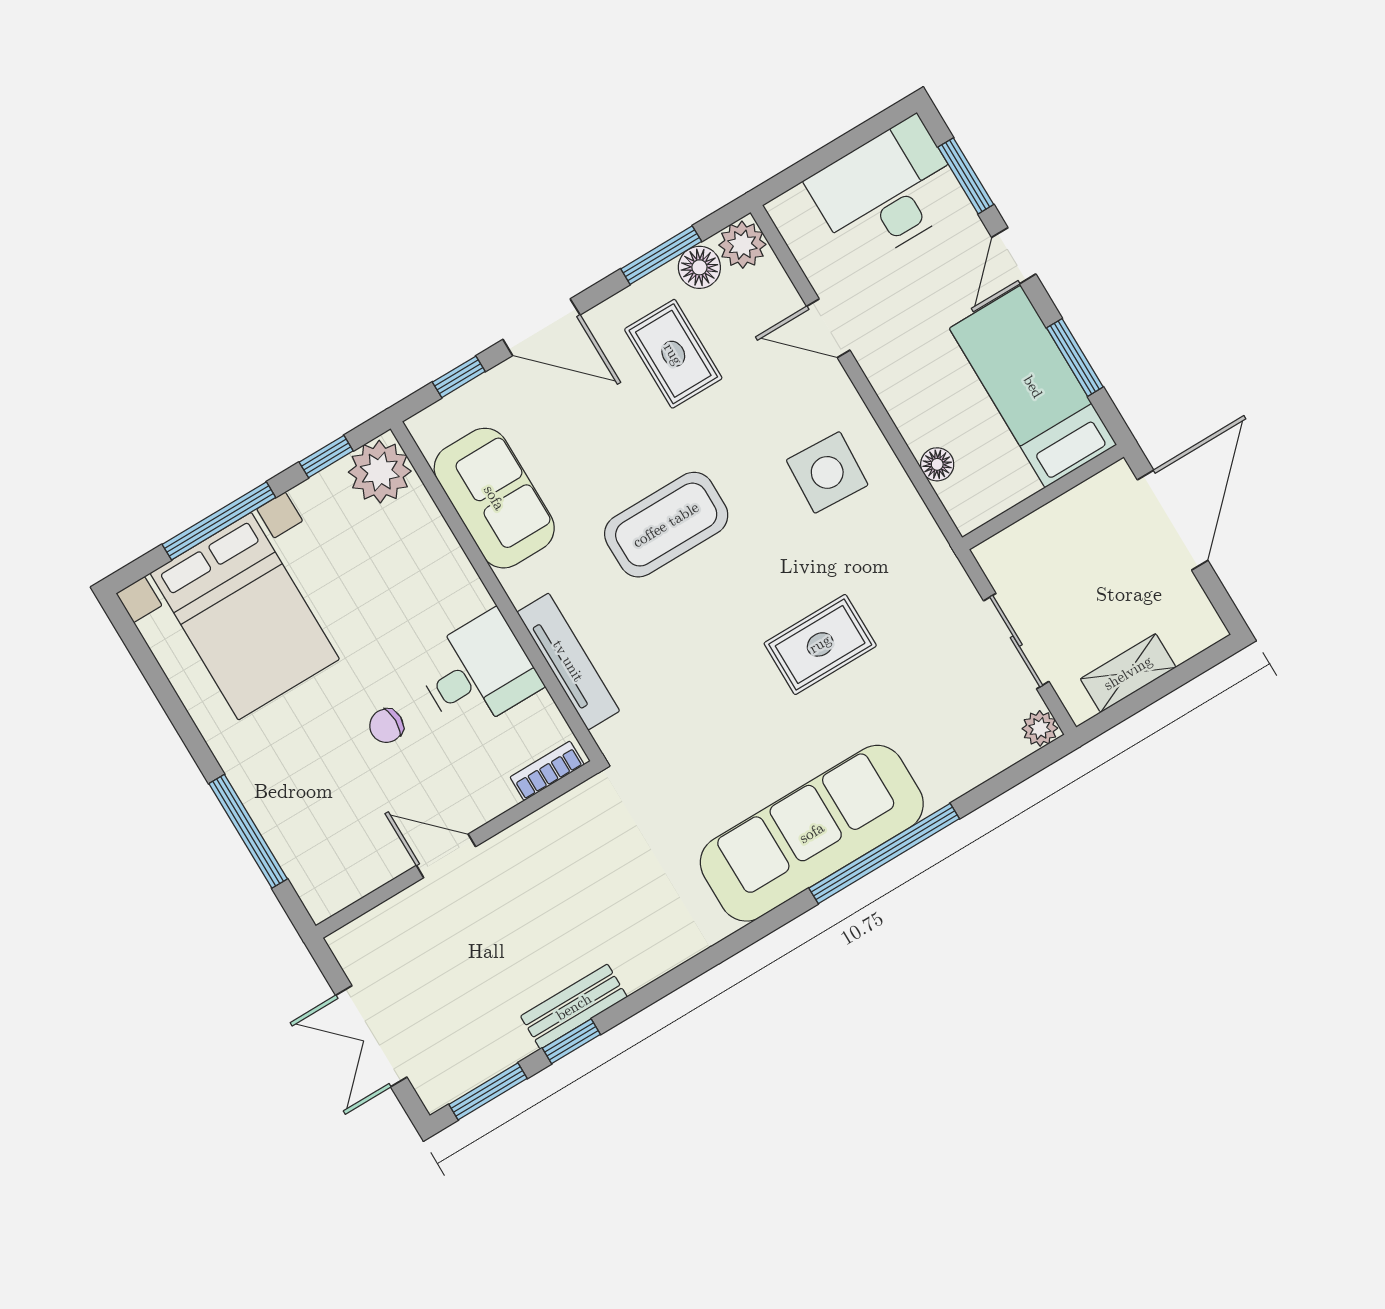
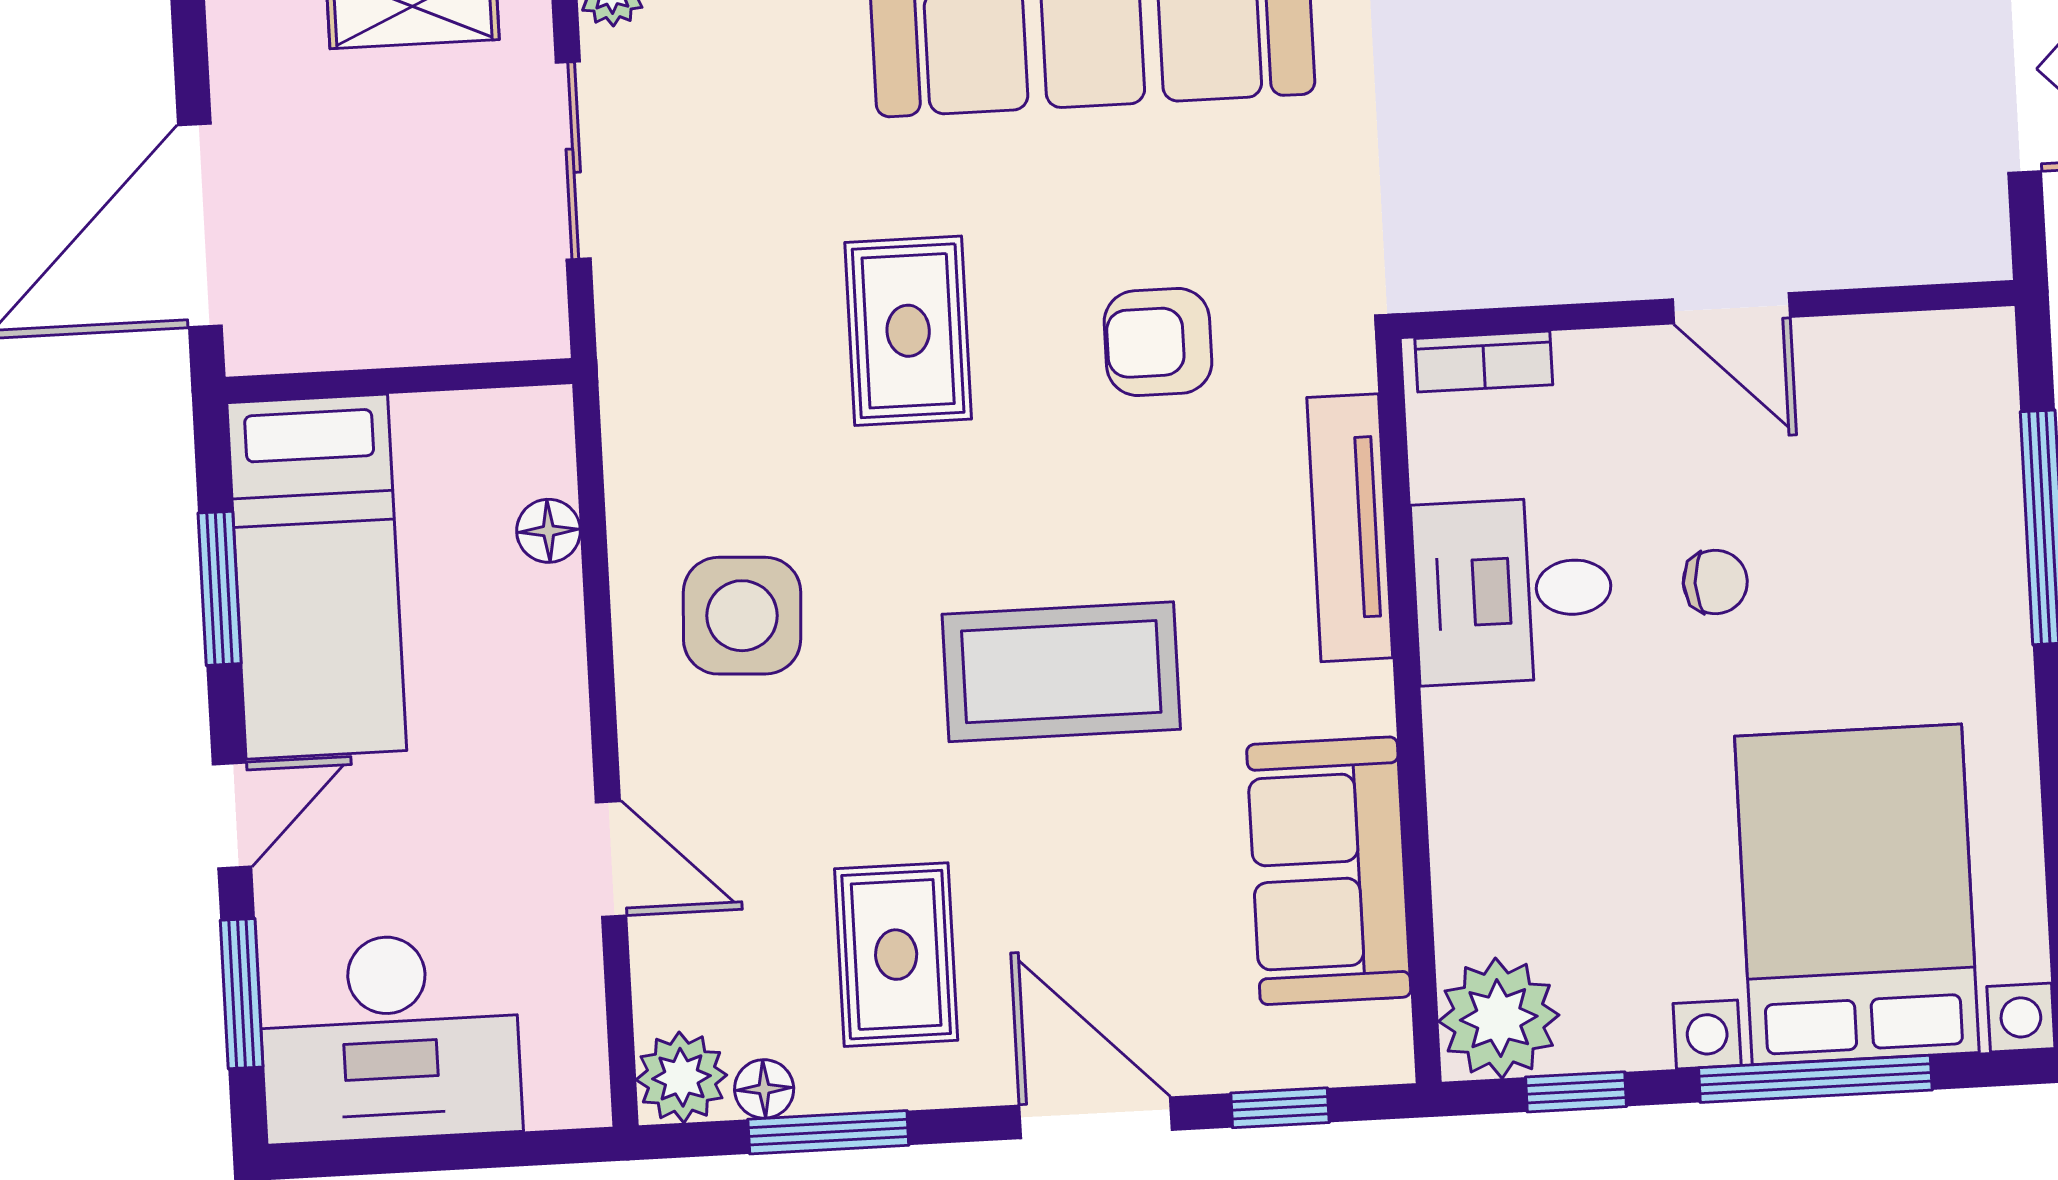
floor lamp: (699, 267) -> (764, 1089), width x0.73, depth x0.73
rug: (820, 644) -> (908, 331), turned 90
armchair: (702, 700) -> (1158, 342), added

